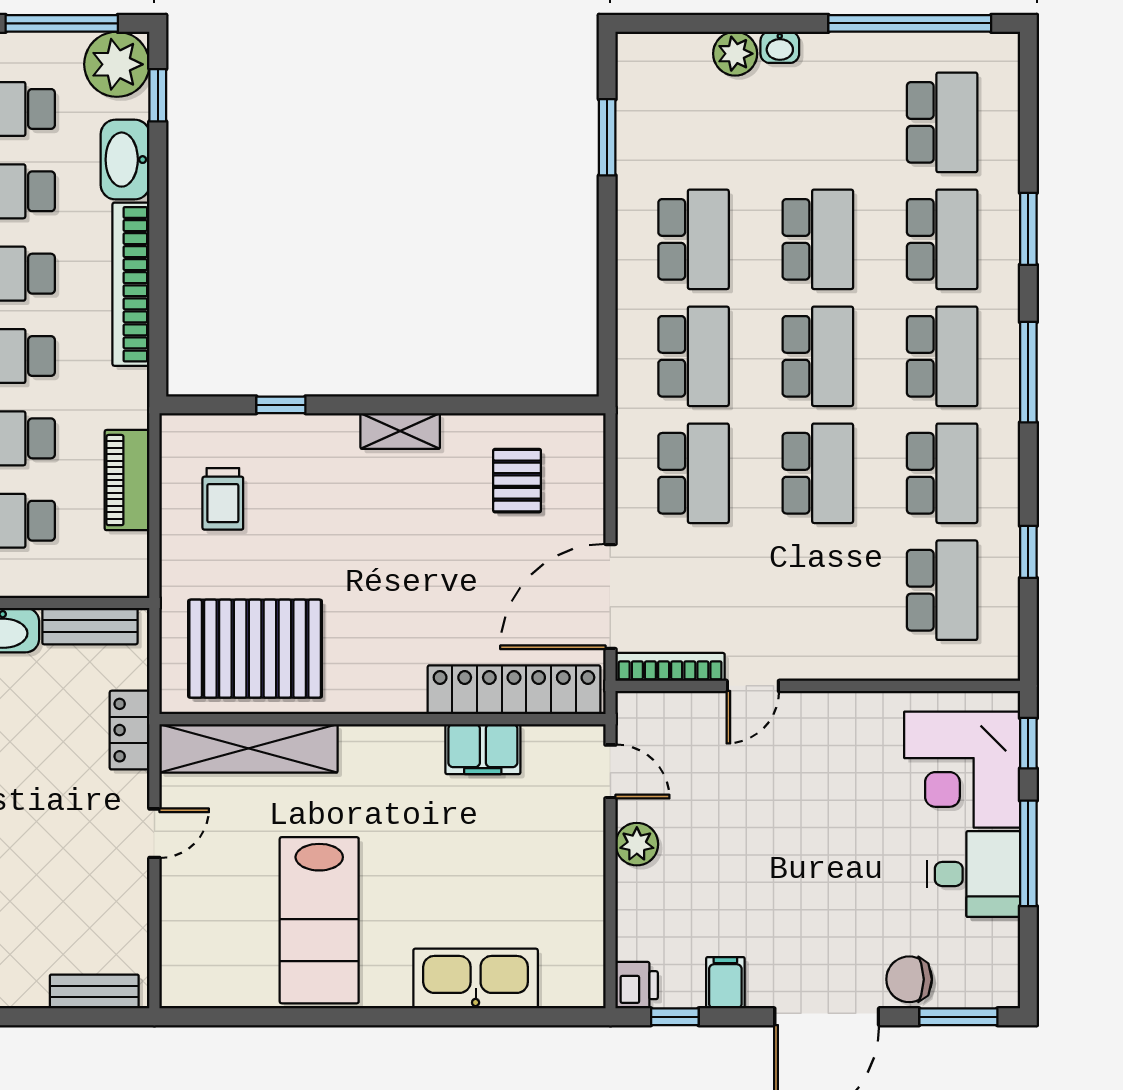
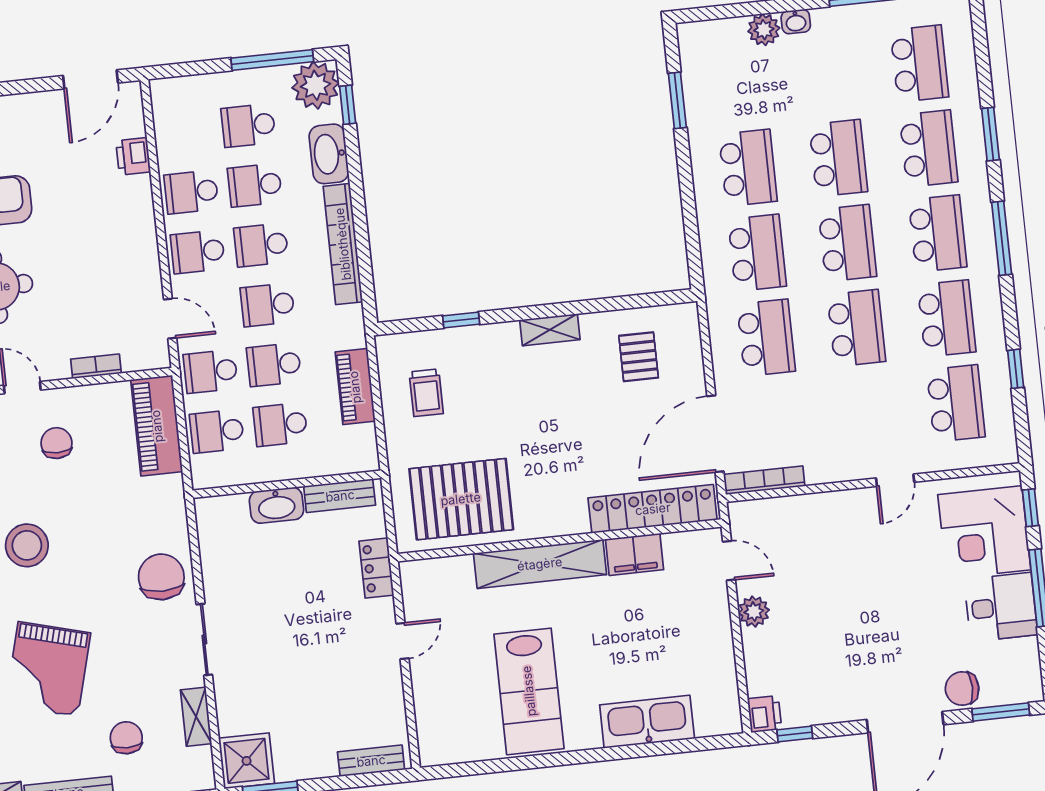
door: (753, 686) -> (895, 480), moved
shelving: (249, 748) -> (540, 564), moved
filing cabinet: (725, 983) -> (829, 705), removed

